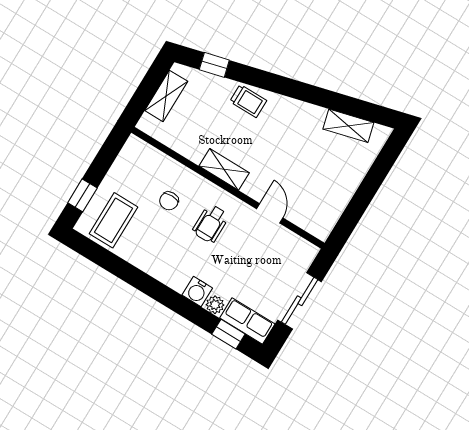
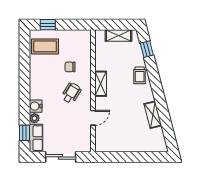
shelving: (348, 126) -> (153, 115), moved
wheelchair: (211, 224) -> (71, 93), turned 122

